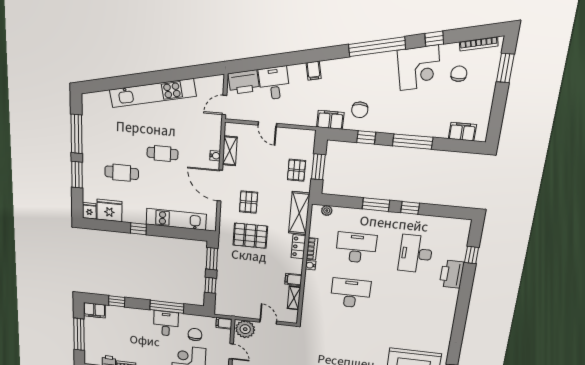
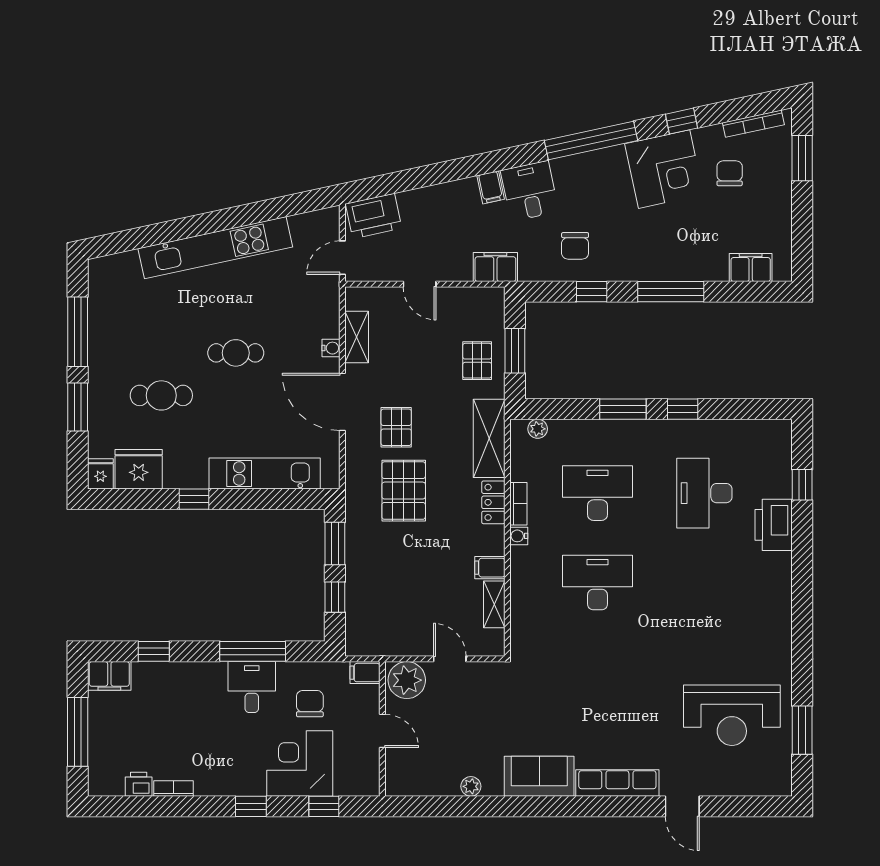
desk: (274, 83) -> (530, 191), moved
filing cabinet: (330, 120) -> (495, 267), moved
pallet: (250, 236) -> (404, 491), turned 90

